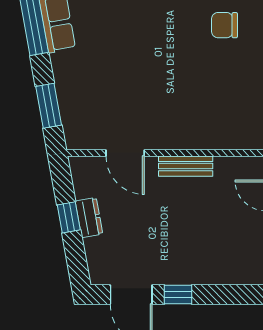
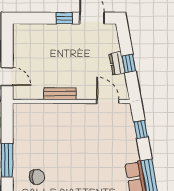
window: (49, 106) -> (141, 129), width x0.67
door: (125, 153) -> (108, 102), moved

